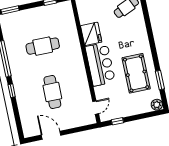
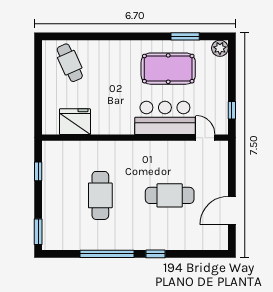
fridge: (91, 34) -> (75, 122), moved
bar counter: (100, 64) -> (165, 118), moved

